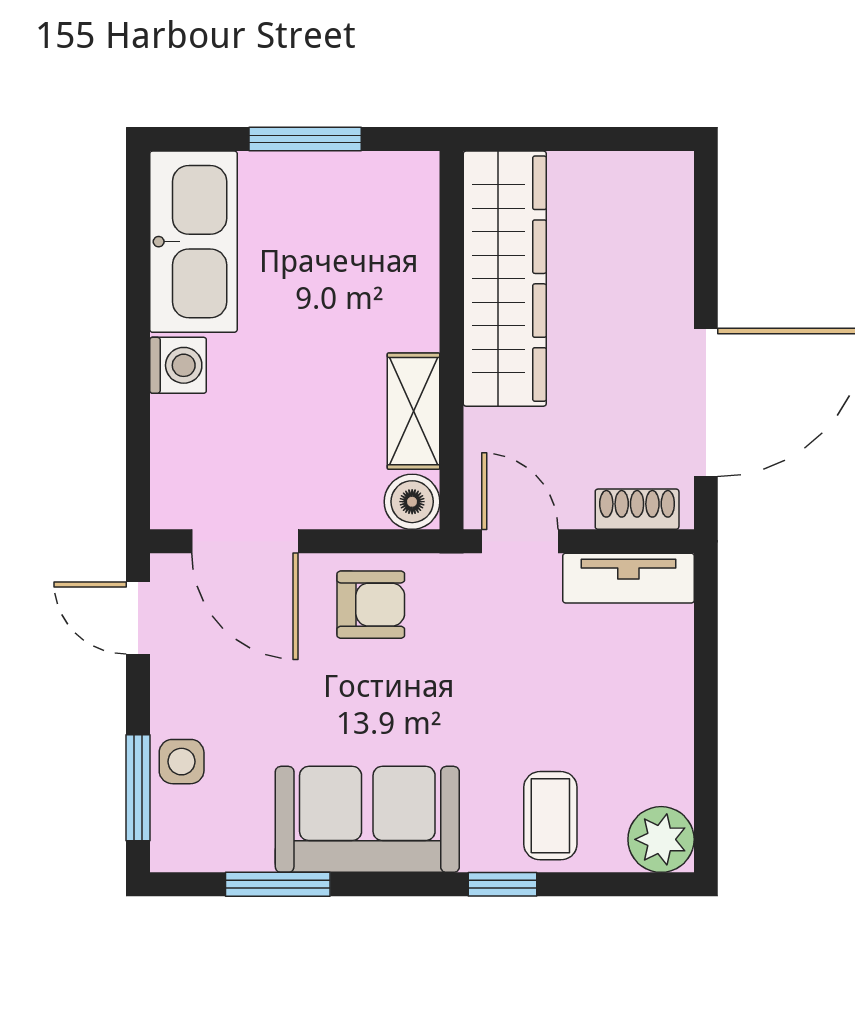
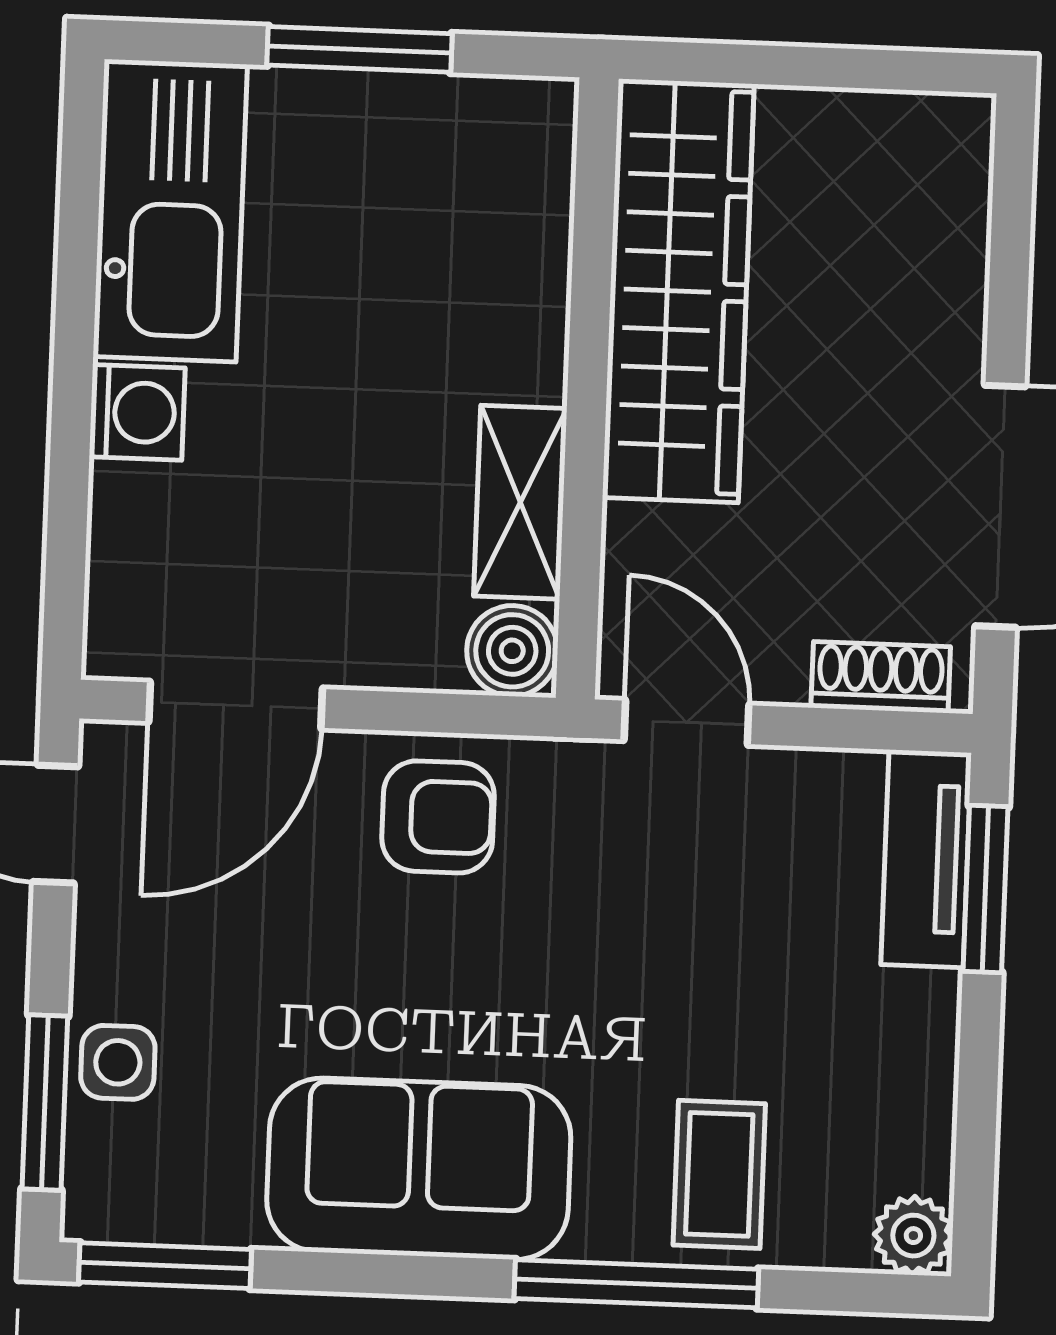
door: (245, 541) -> (236, 705), hinge flipped
tv unit: (628, 578) -> (926, 859), moved, turned 90
window: (706, 636) -> (986, 889), added
plant: (661, 839) -> (913, 1236), width x0.73, depth x0.73
window: (278, 884) -> (165, 1266), moved
window: (502, 884) -> (636, 1284), width x2.17

